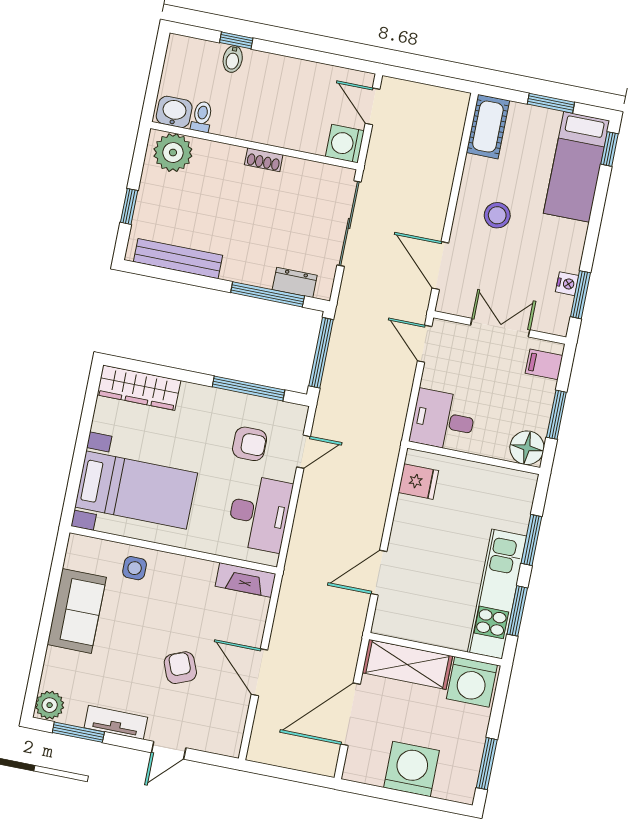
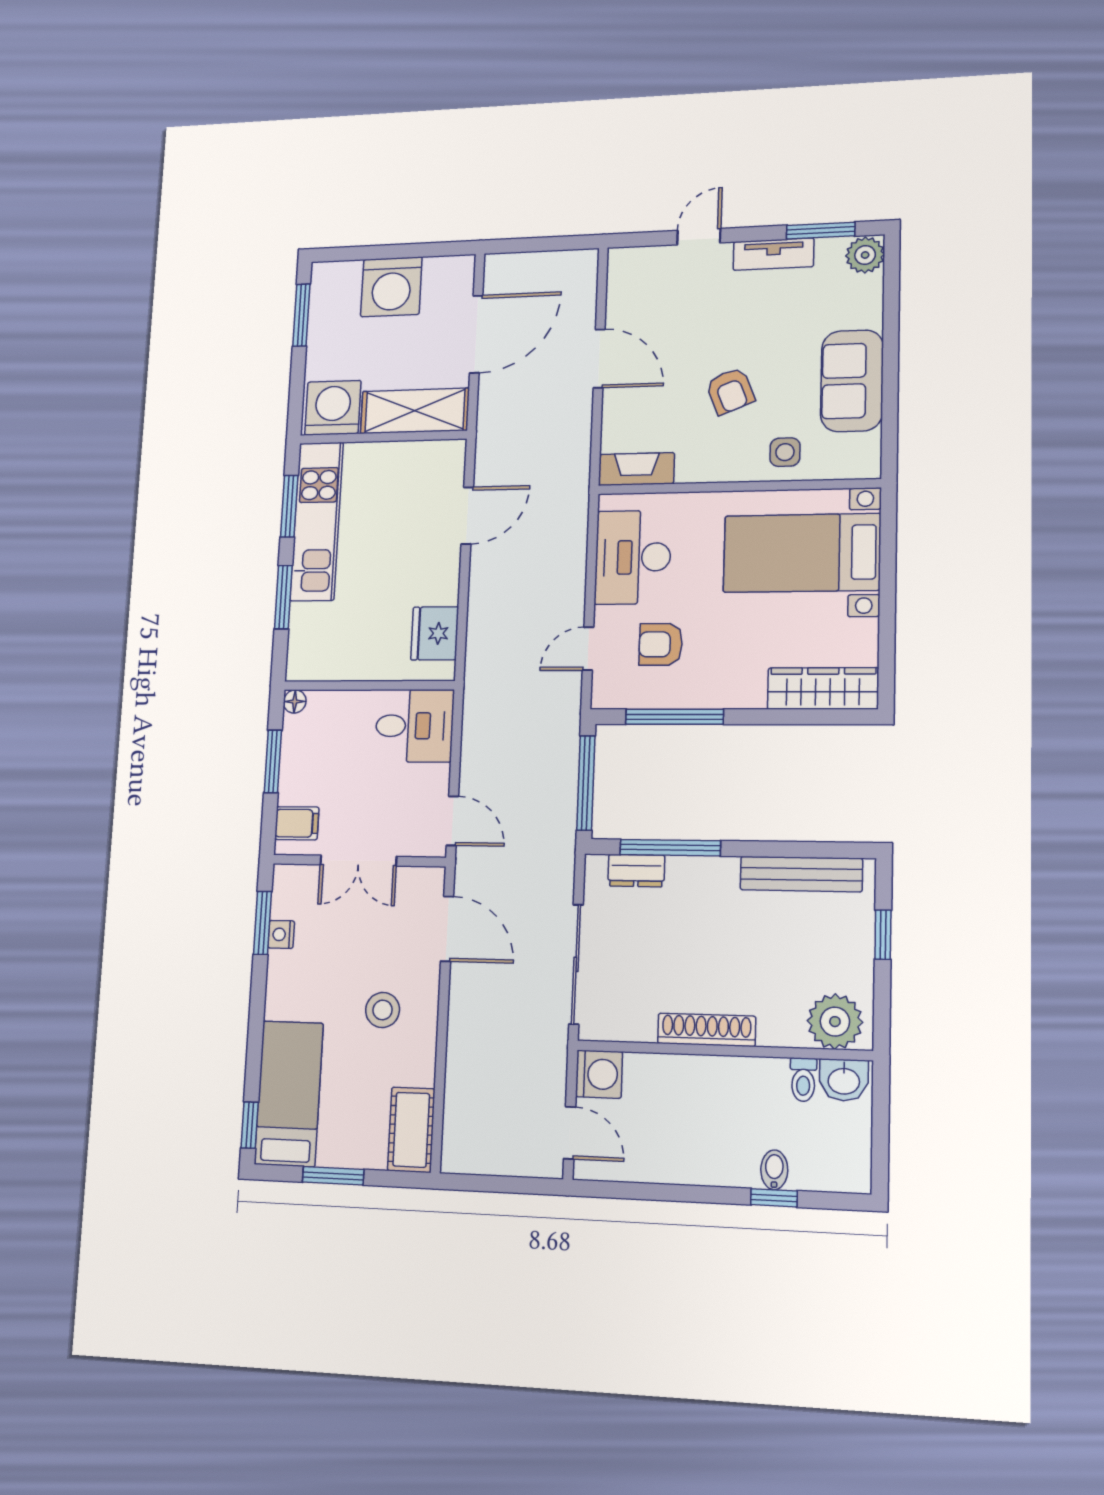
shoe rack: (264, 160) -> (707, 1030), width x1.94, depth x1.24
floor lamp: (527, 448) -> (295, 701), width x0.53, depth x0.53
fridge: (418, 482) -> (435, 633), width x1.38
armchair: (180, 668) -> (730, 391), moved

